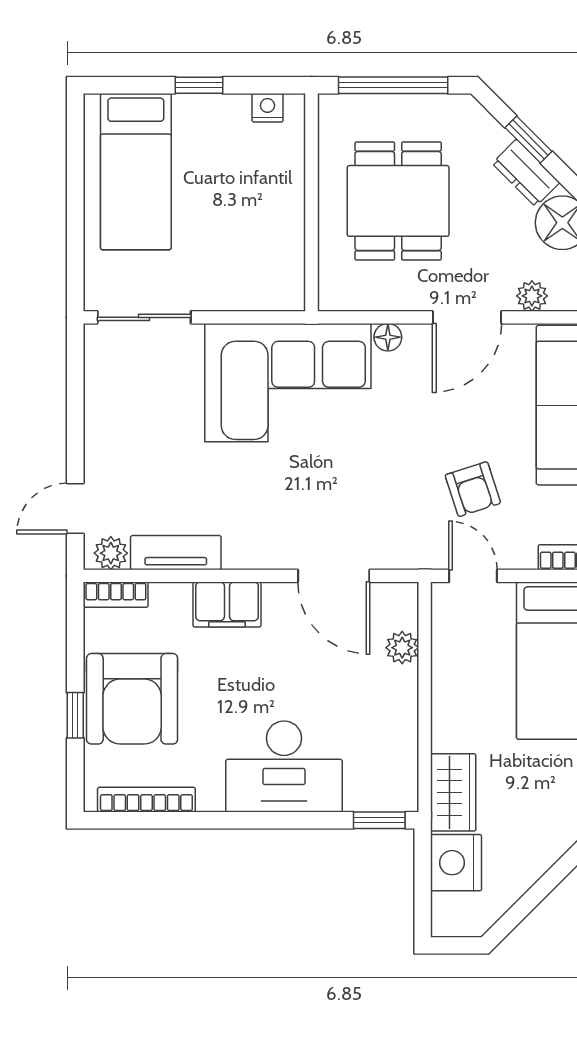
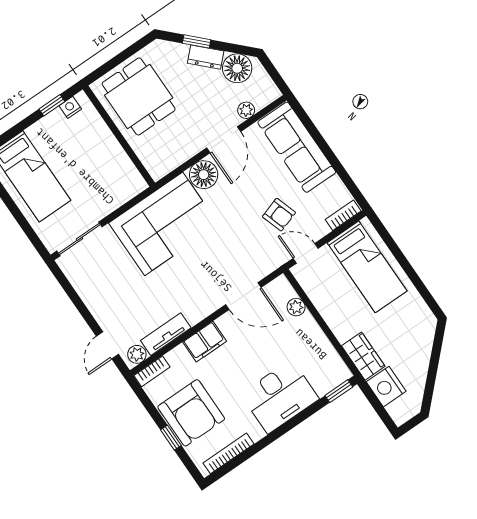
window: (199, 85) -> (52, 105), moved
window: (393, 85) -> (119, 59), removed
dining table: (398, 201) -> (139, 96), moved
floor lamp: (388, 337) -> (204, 175), width x1.89, depth x1.89

